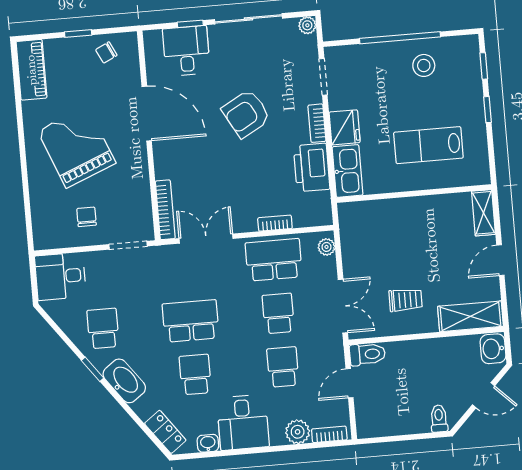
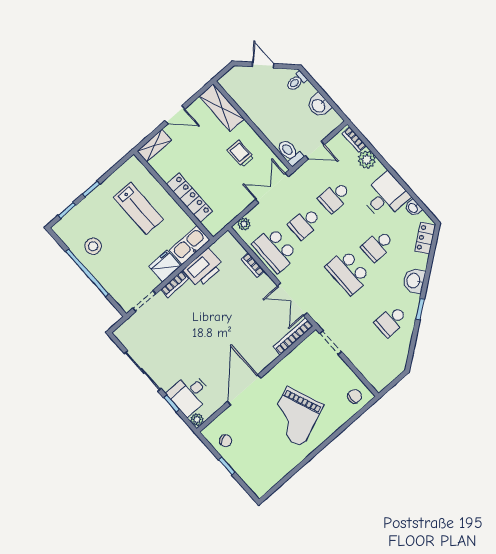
plant: (307, 25) -> (197, 420), moved
piano: (31, 70) -> (269, 478), removed
armchair: (246, 114) -> (200, 331), removed
locker: (399, 209) -> (189, 198), added
chair: (87, 217) -> (355, 396), moved, turned 180
desk: (60, 276) -> (379, 369), removed
washbasin: (493, 349) -> (319, 105), moved, turned 90
washbasin: (124, 381) -> (414, 281), width x0.72

